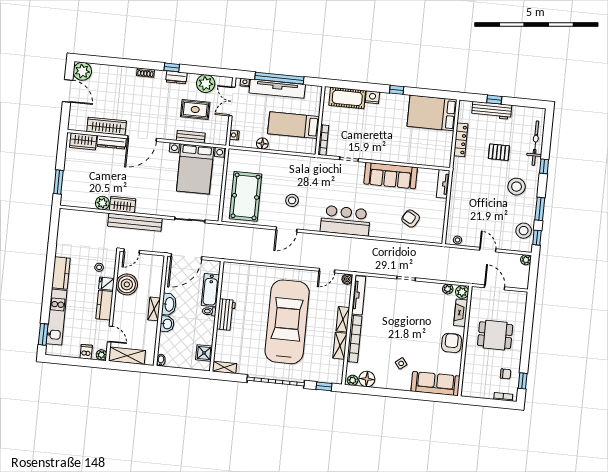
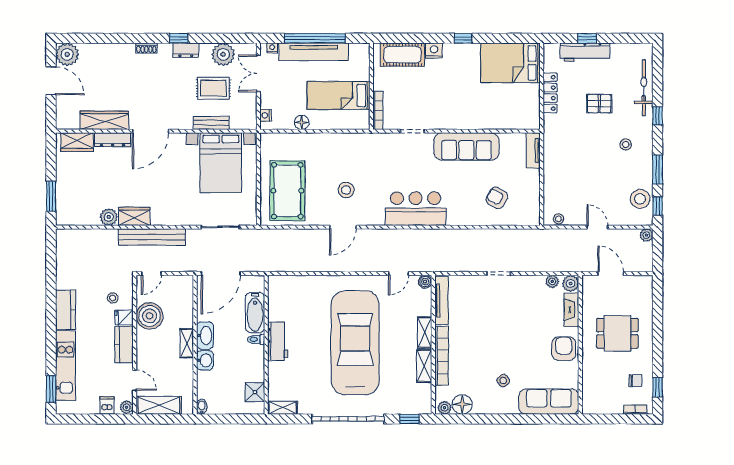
stool: (517, 187) -> (626, 144), width x0.53, depth x0.53

